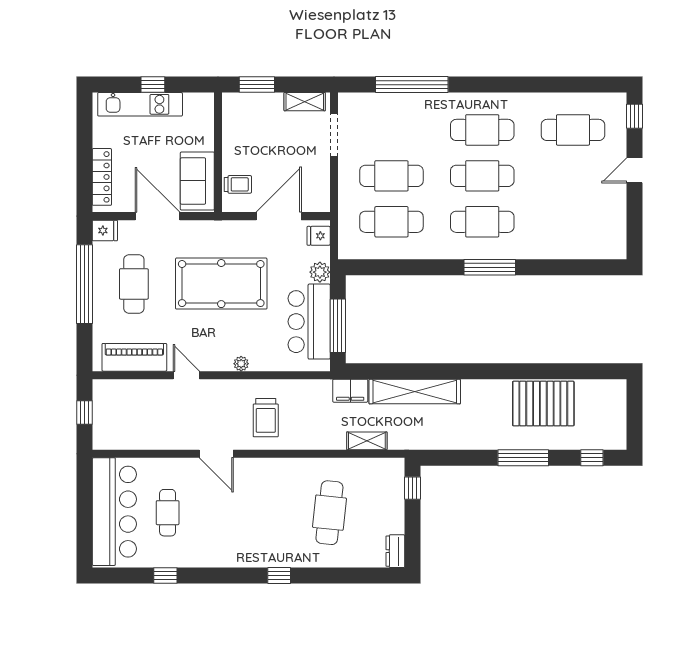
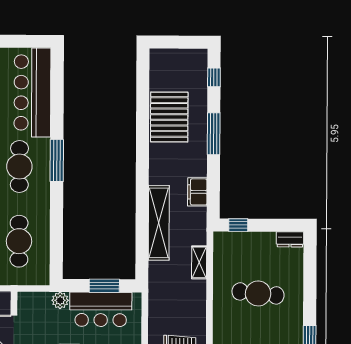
fridge: (319, 236) -> (30, 301), removed
bar counter: (572, 237) -> (32, 92), added
window: (338, 326) -> (104, 286), width x0.69
filing cabinet: (350, 391) -> (197, 192), moved, turned 180

